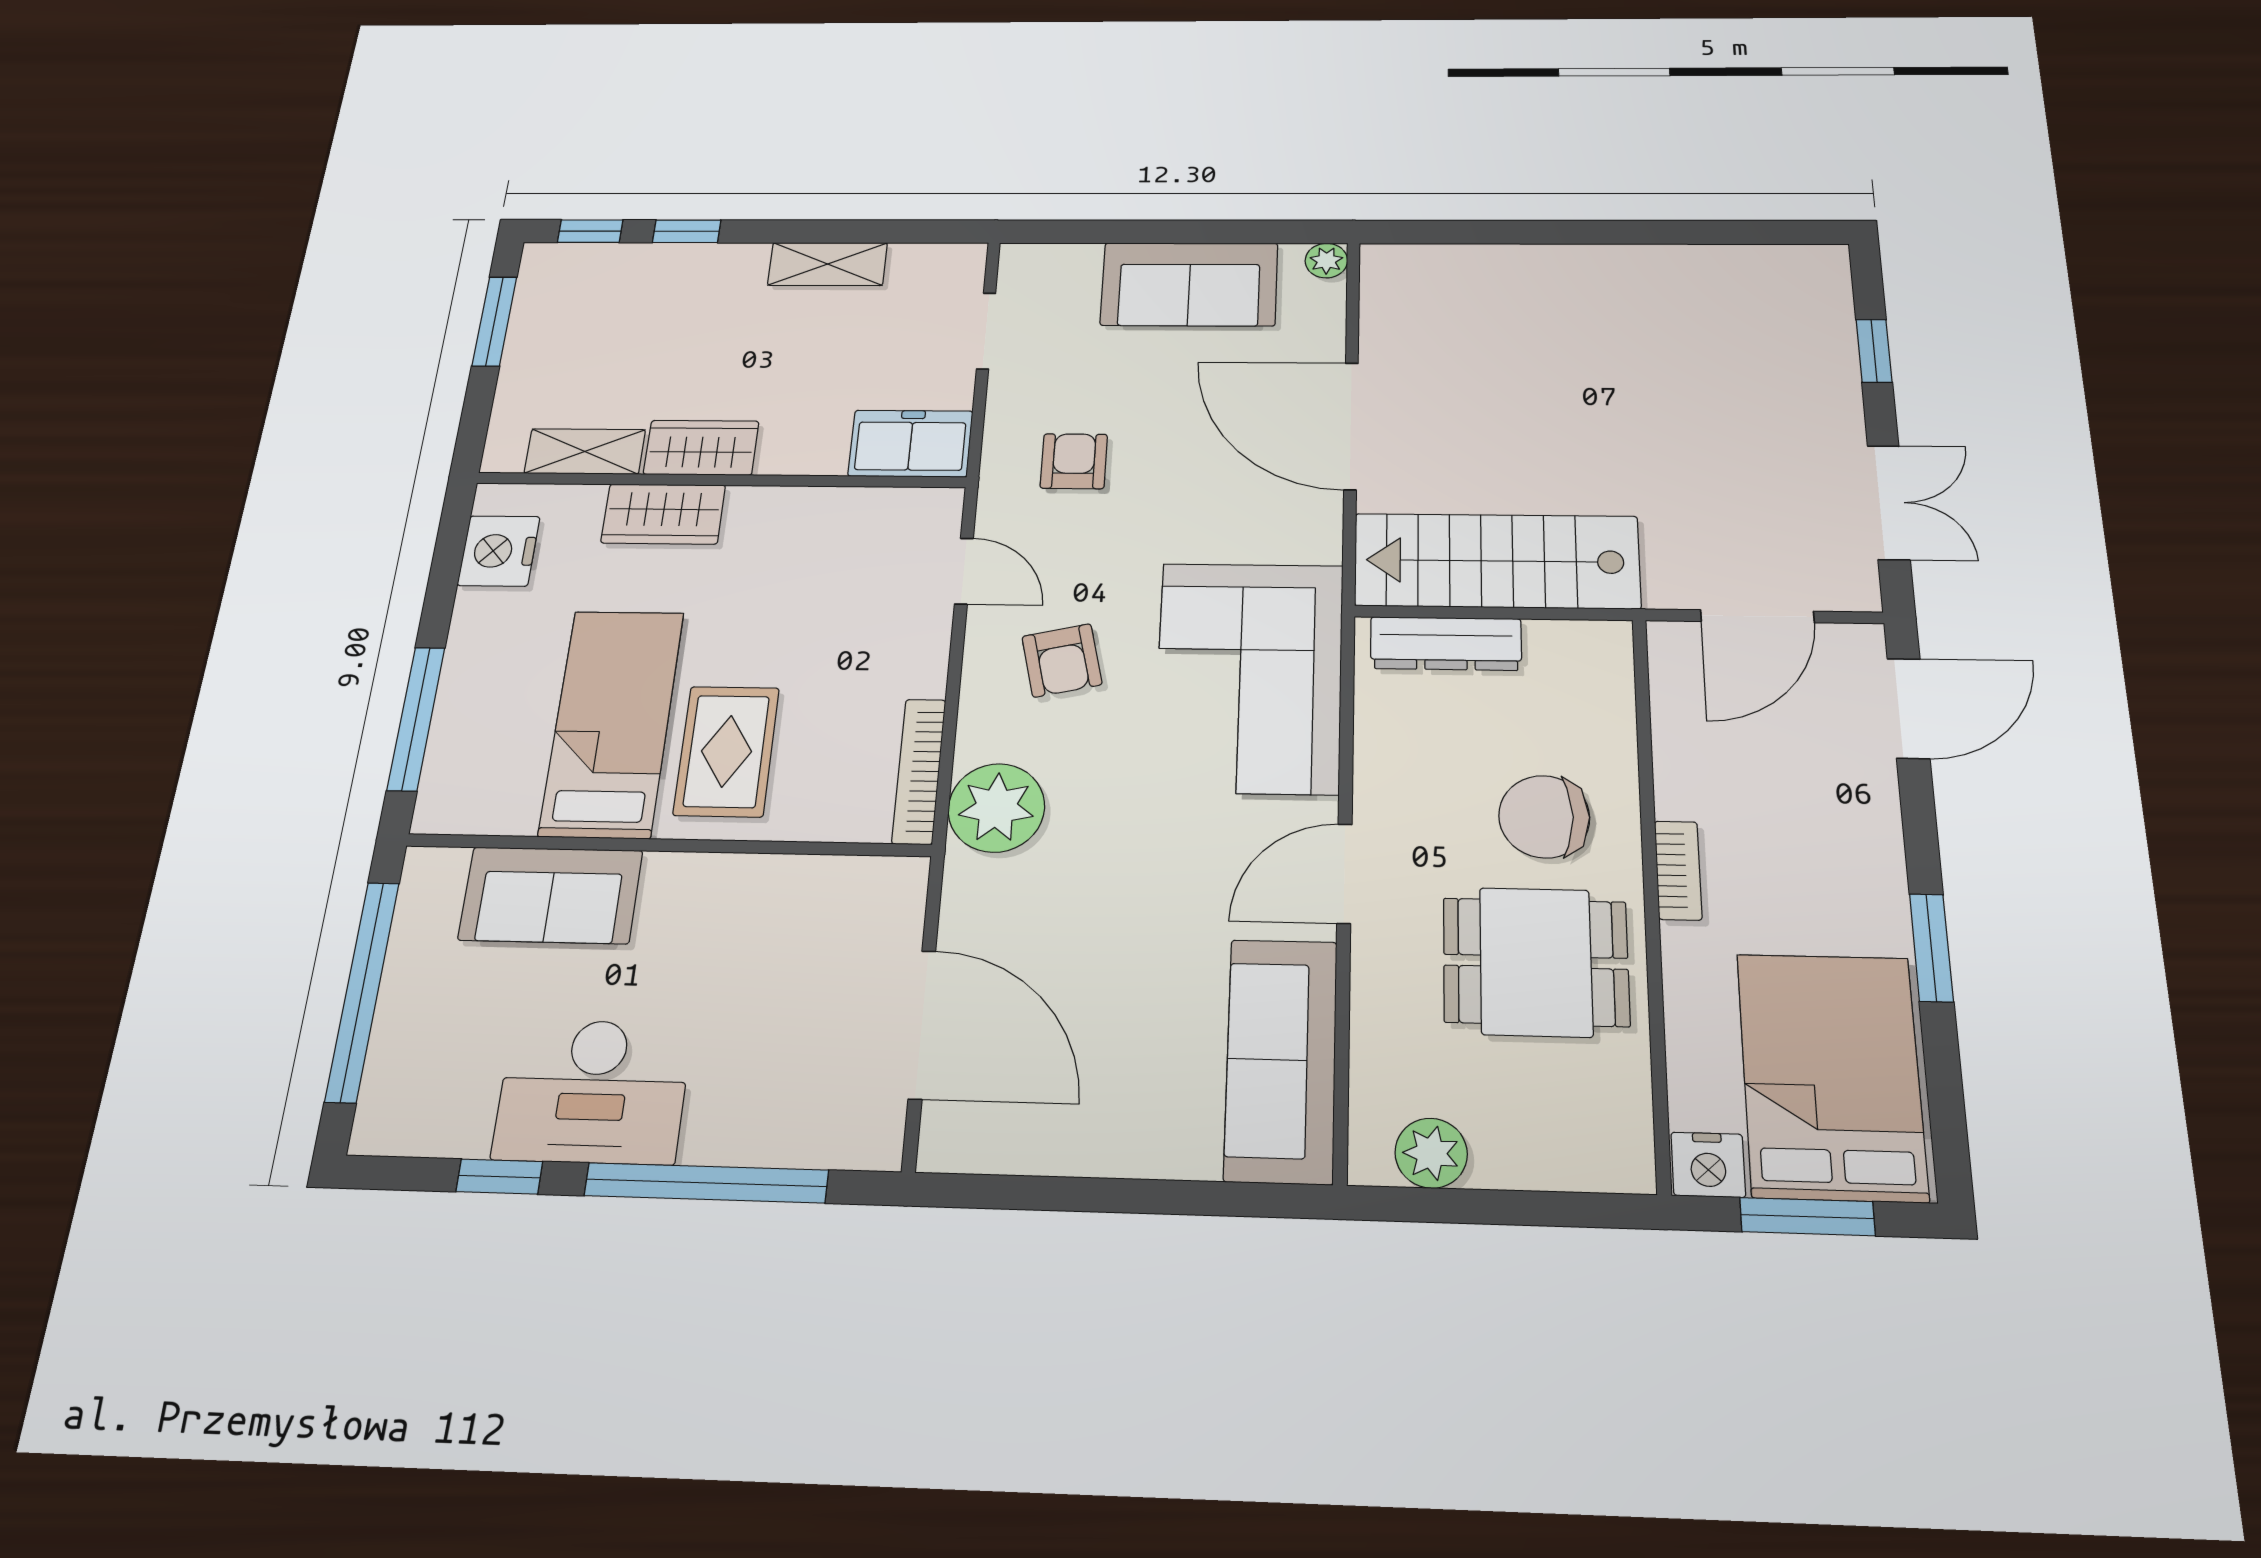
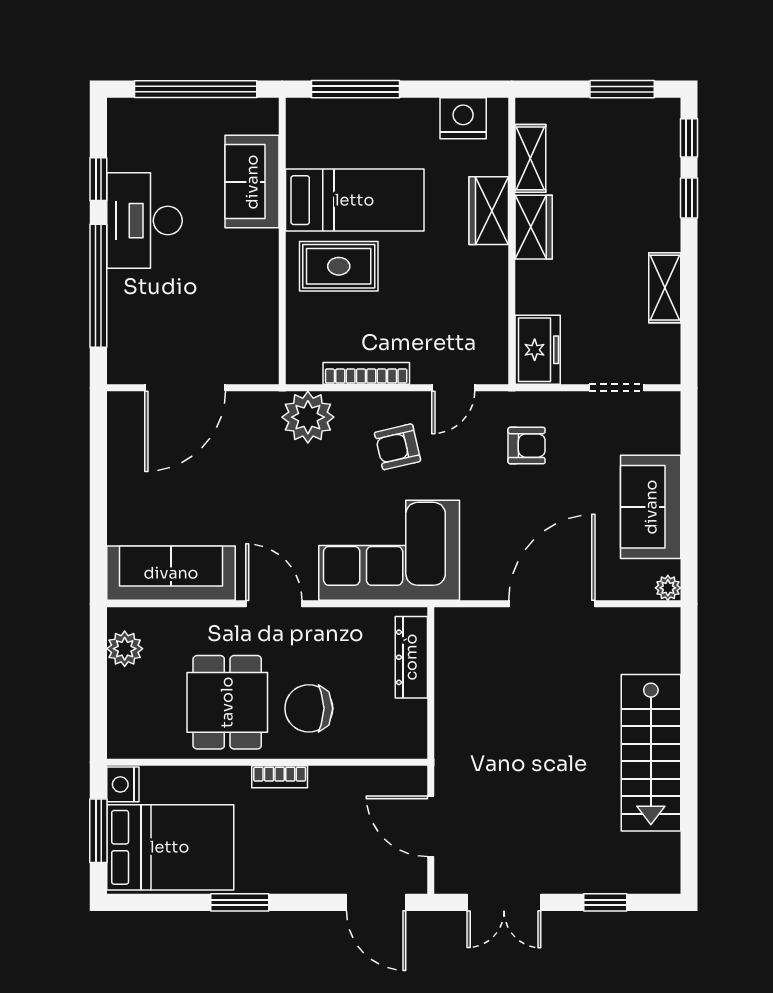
stairs: (1497, 561) -> (651, 753), moved, turned 180
bookcase: (919, 771) -> (366, 373), moved
chair: (1544, 817) -> (309, 708), turned -90

